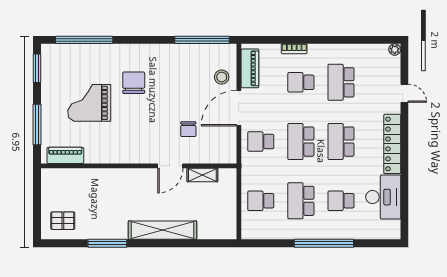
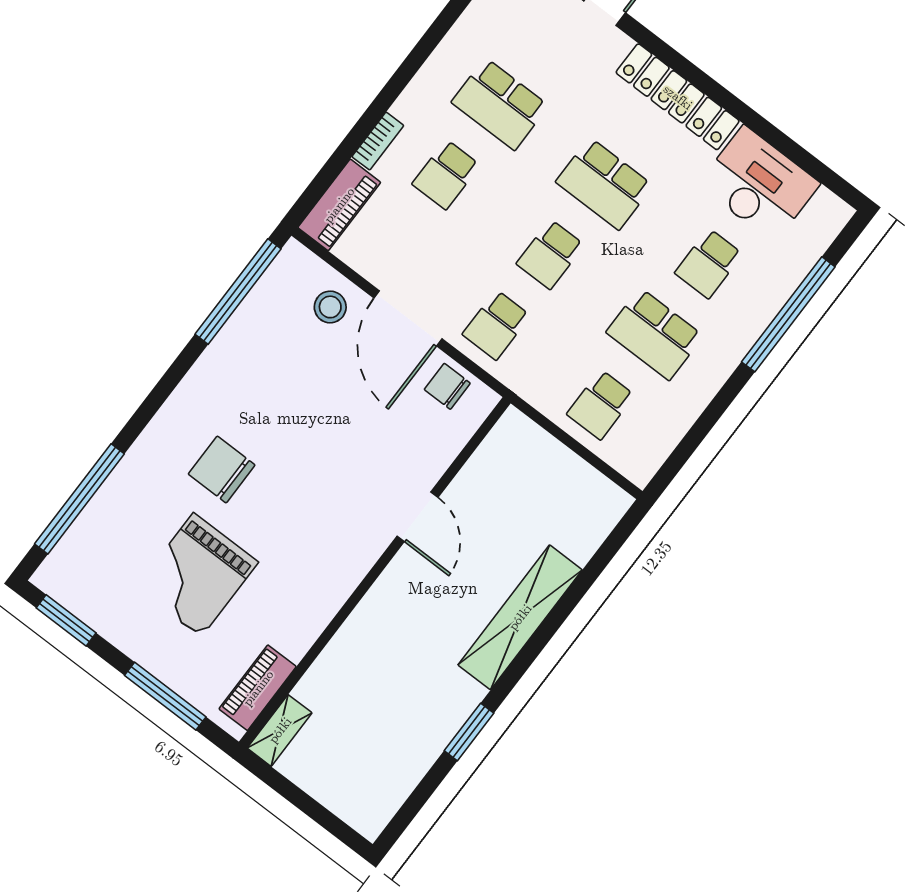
piano: (250, 68) -> (339, 205), moved, turned 90
chair: (188, 129) -> (447, 386), moved, turned 180
school desk: (301, 142) -> (550, 254), width x0.54
shelving: (202, 175) -> (280, 730), moved
pallet: (63, 221) -> (369, 780), removed
window: (107, 243) -> (469, 732), width x0.69
window: (324, 243) -> (788, 314), moved

